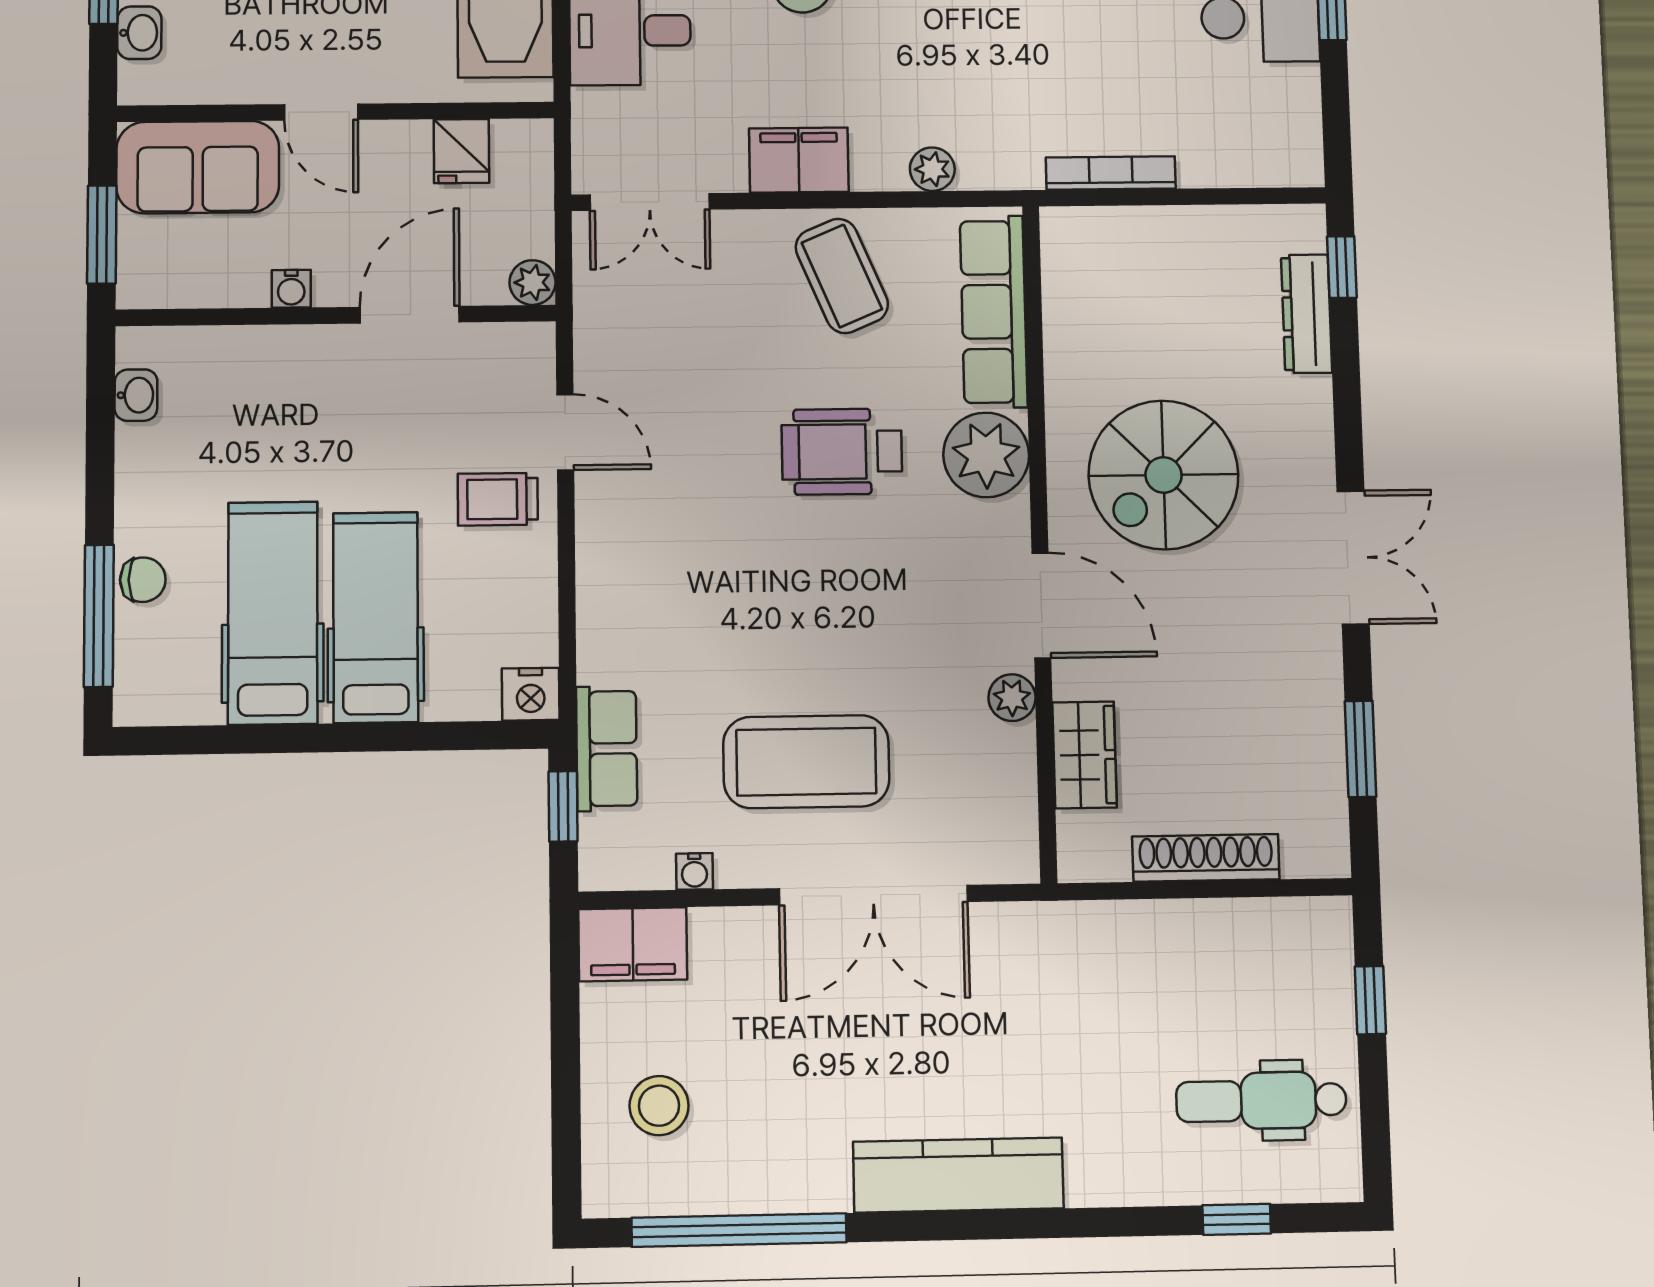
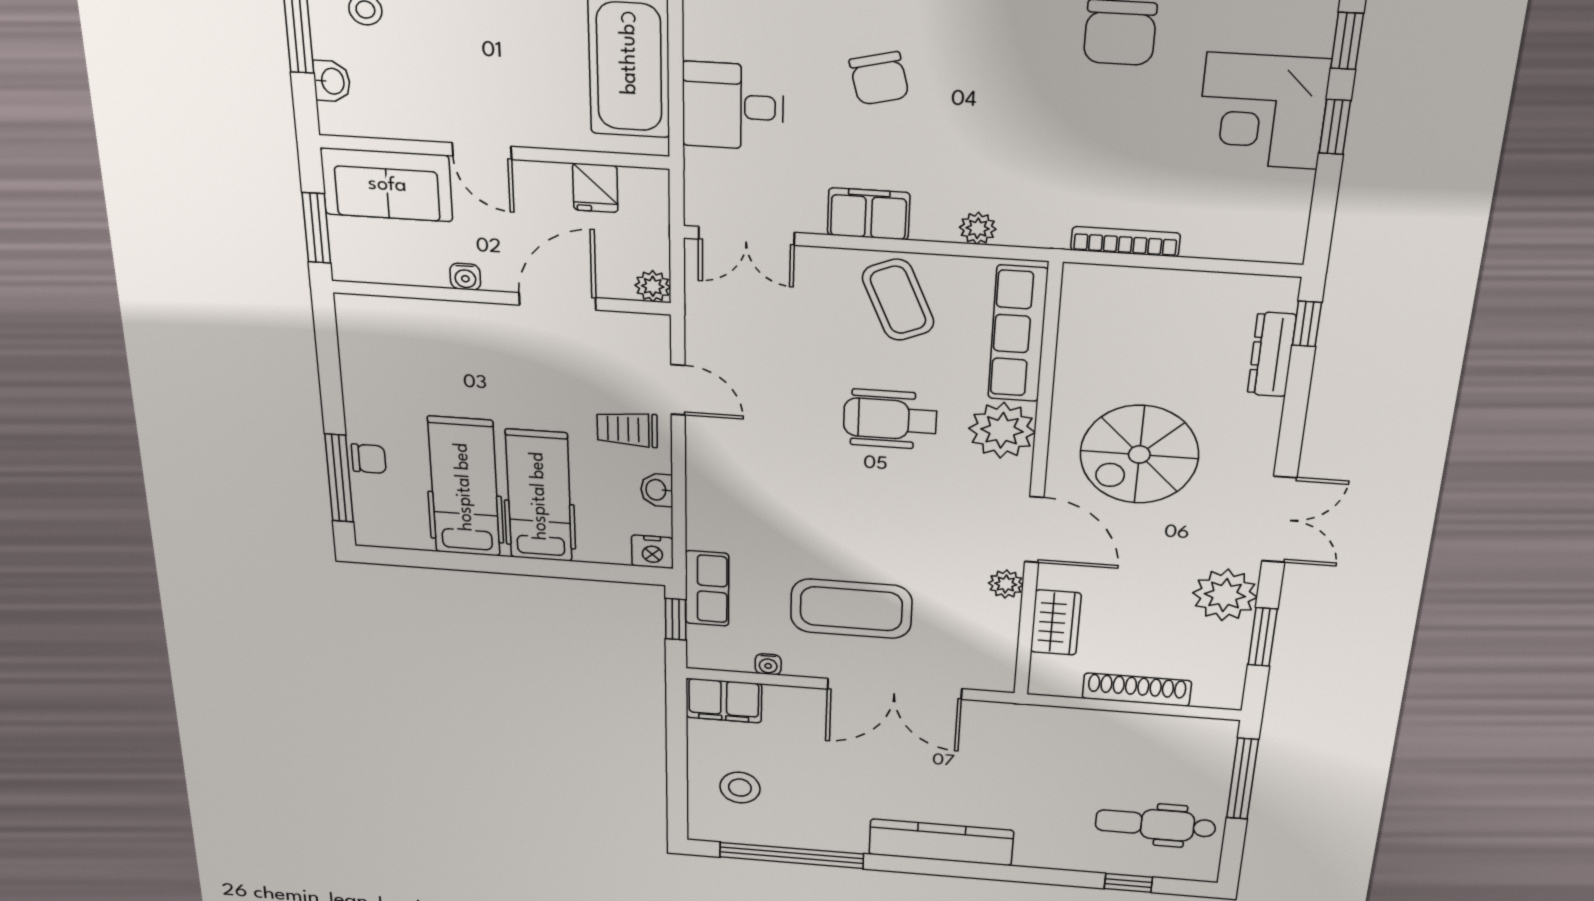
washbasin: (136, 395) -> (657, 490), moved, turned 180
plant: (1302, 685) -> (1225, 595), added
window: (1370, 1000) -> (1242, 779), width x2.17

